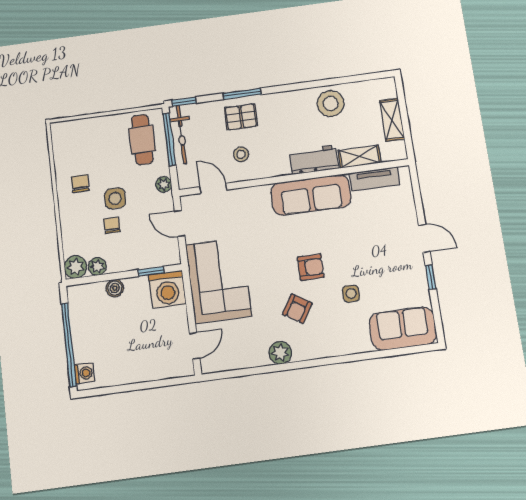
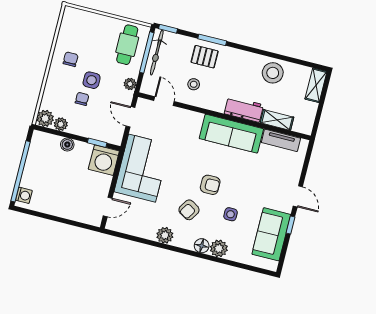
shelving: (392, 120) -> (316, 85), moved
sofa: (403, 329) -> (271, 234), moved, turned -90
plant: (354, 342) -> (219, 248), added
floor lamp: (331, 347) -> (202, 246), added

